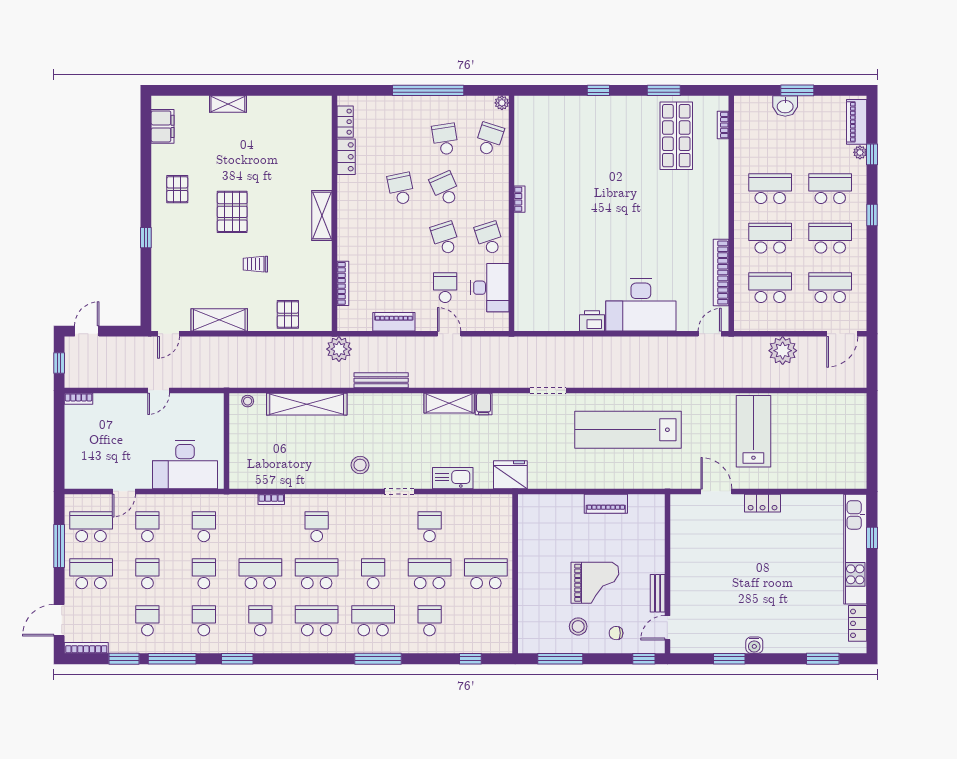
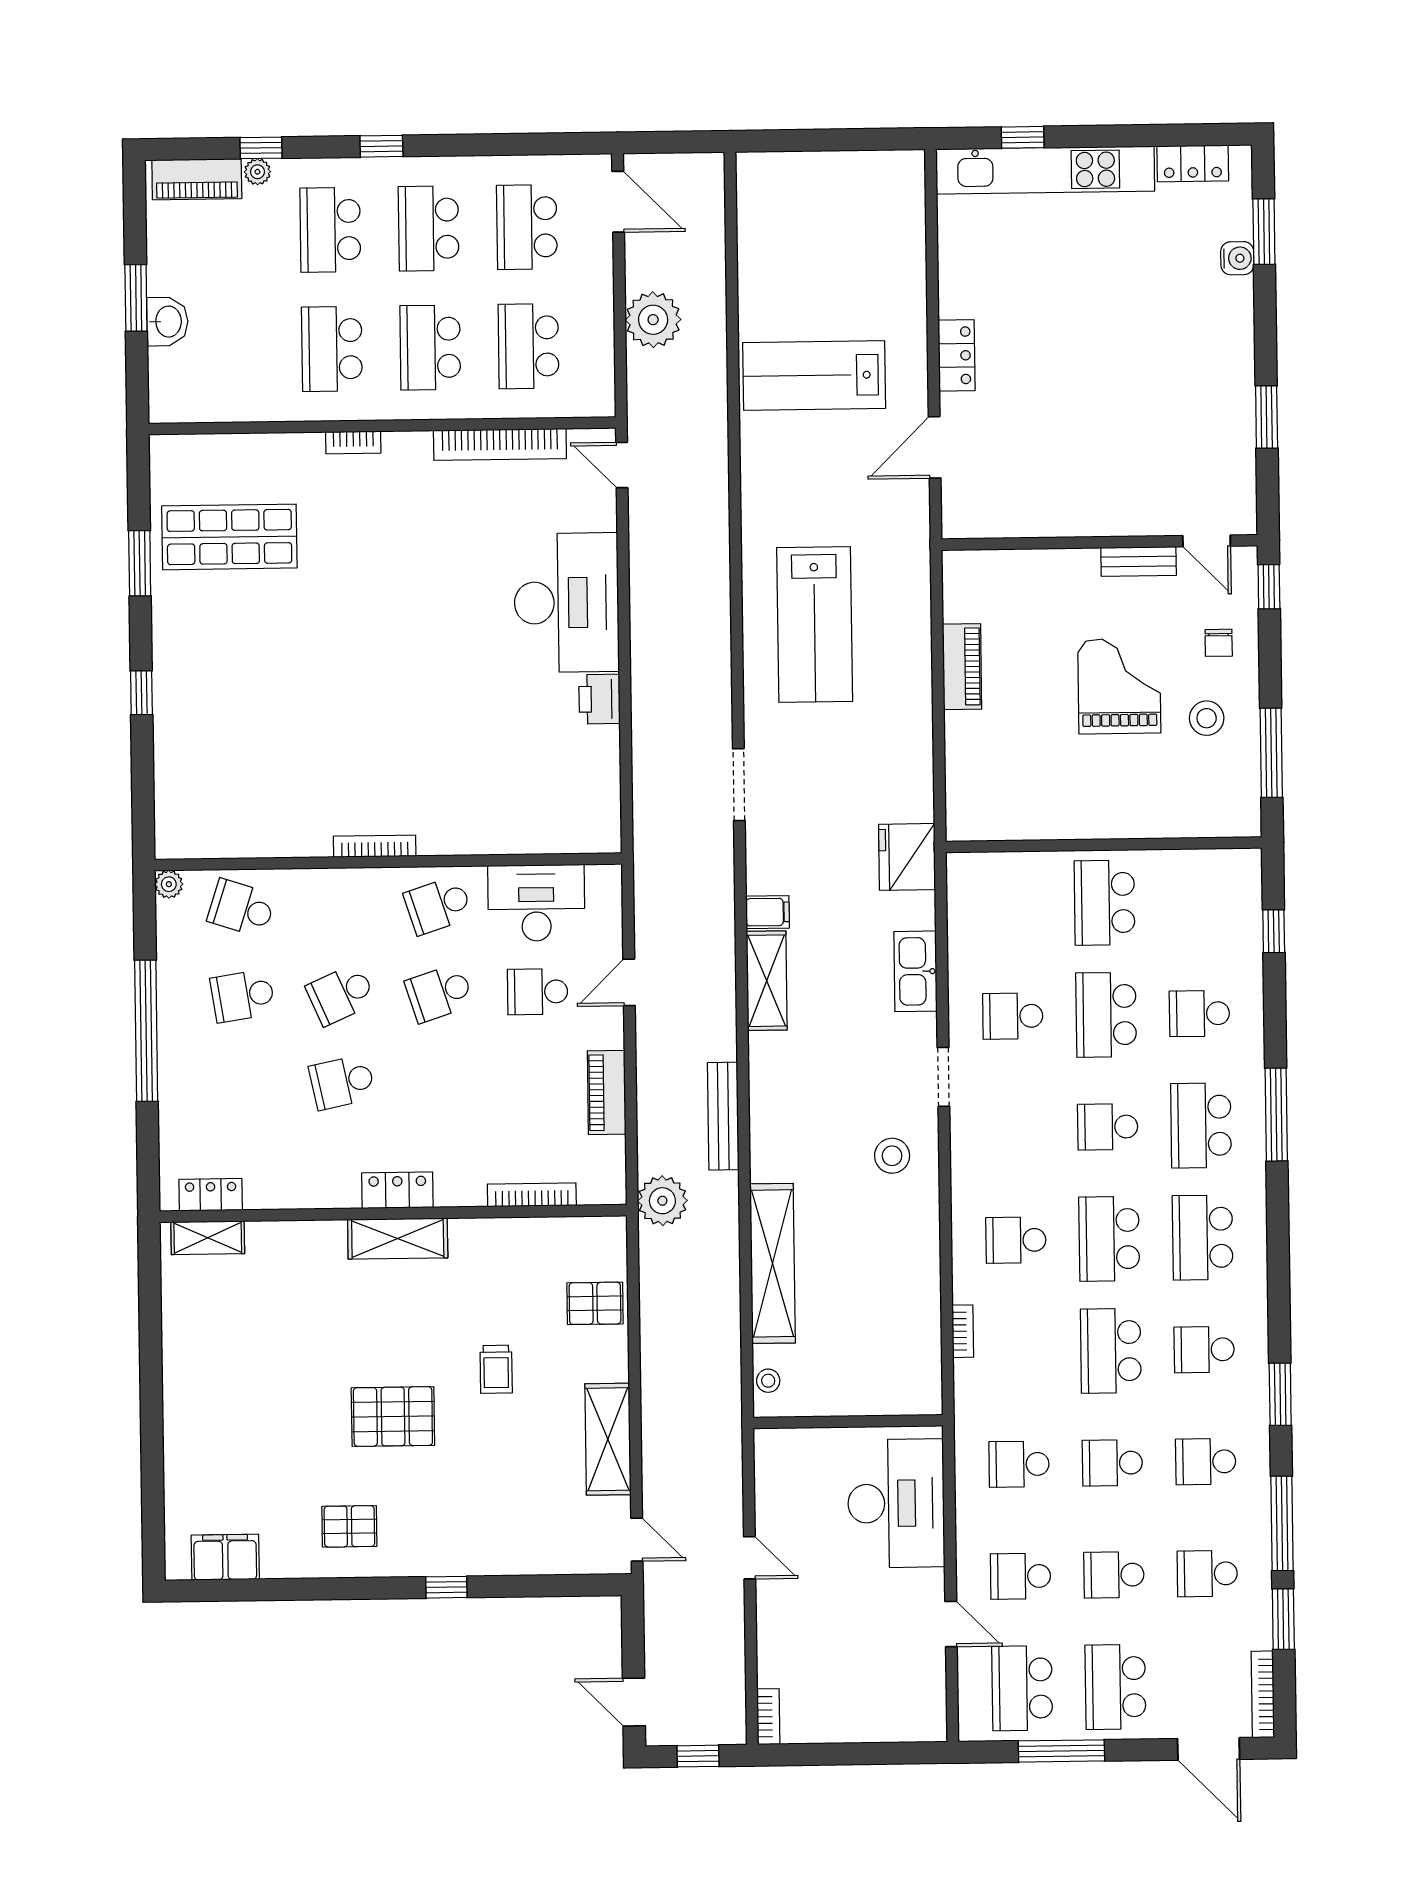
shelving: (228, 104) -> (208, 1238), moved, turned 90
bookcase: (723, 125) -> (353, 442), moved
locker: (346, 157) -> (397, 1190), moved
bookcase: (520, 199) -> (375, 846), width x1.56
lab bench: (628, 430) -> (815, 625), width x0.73
water cooler: (754, 645) -> (1237, 258), moved

